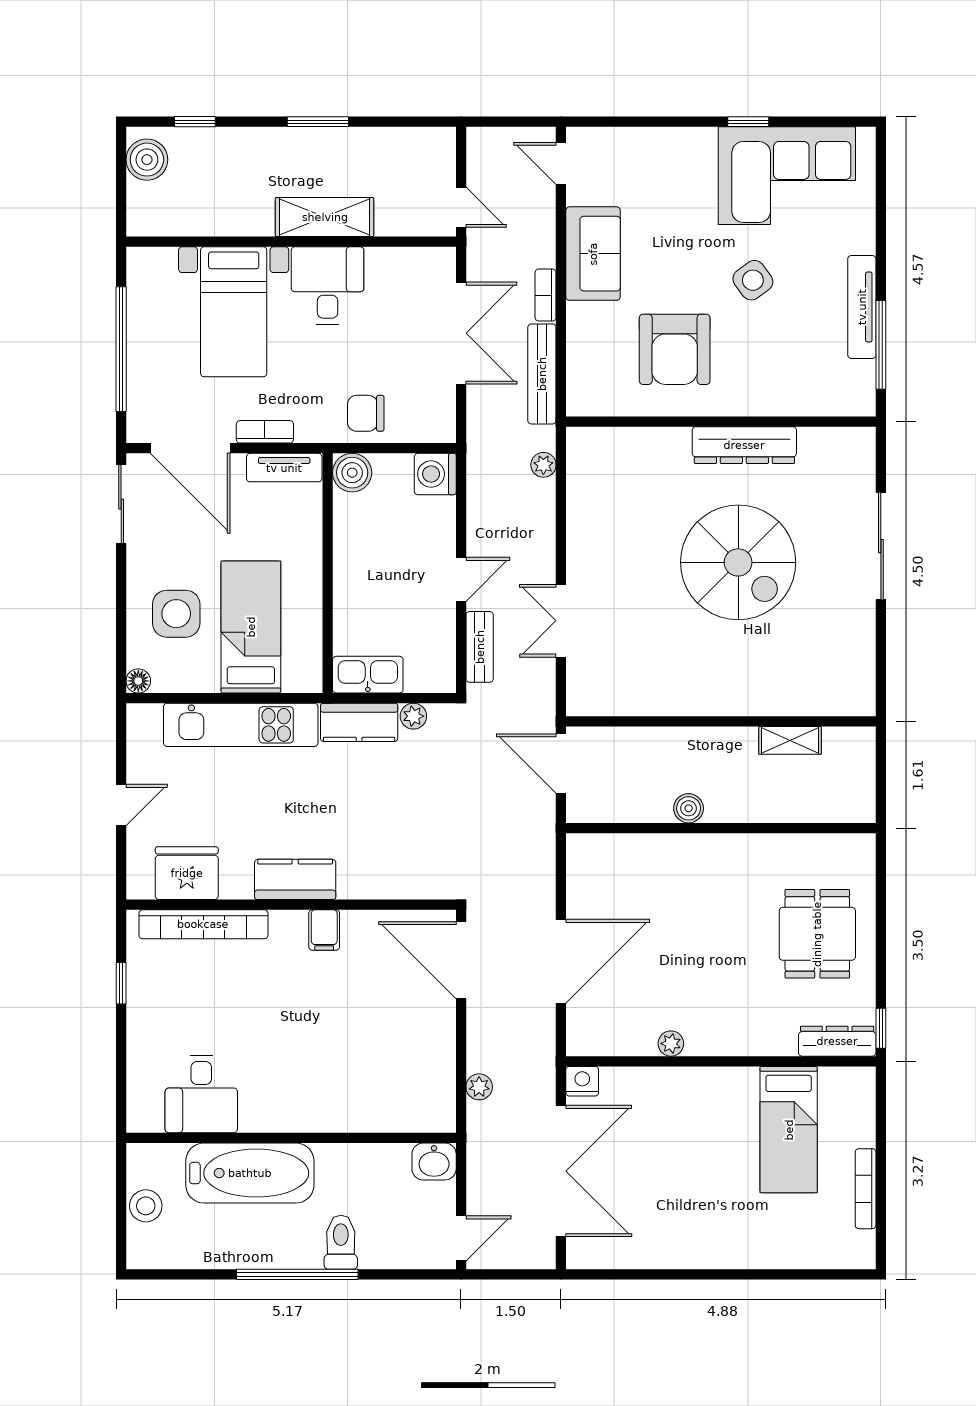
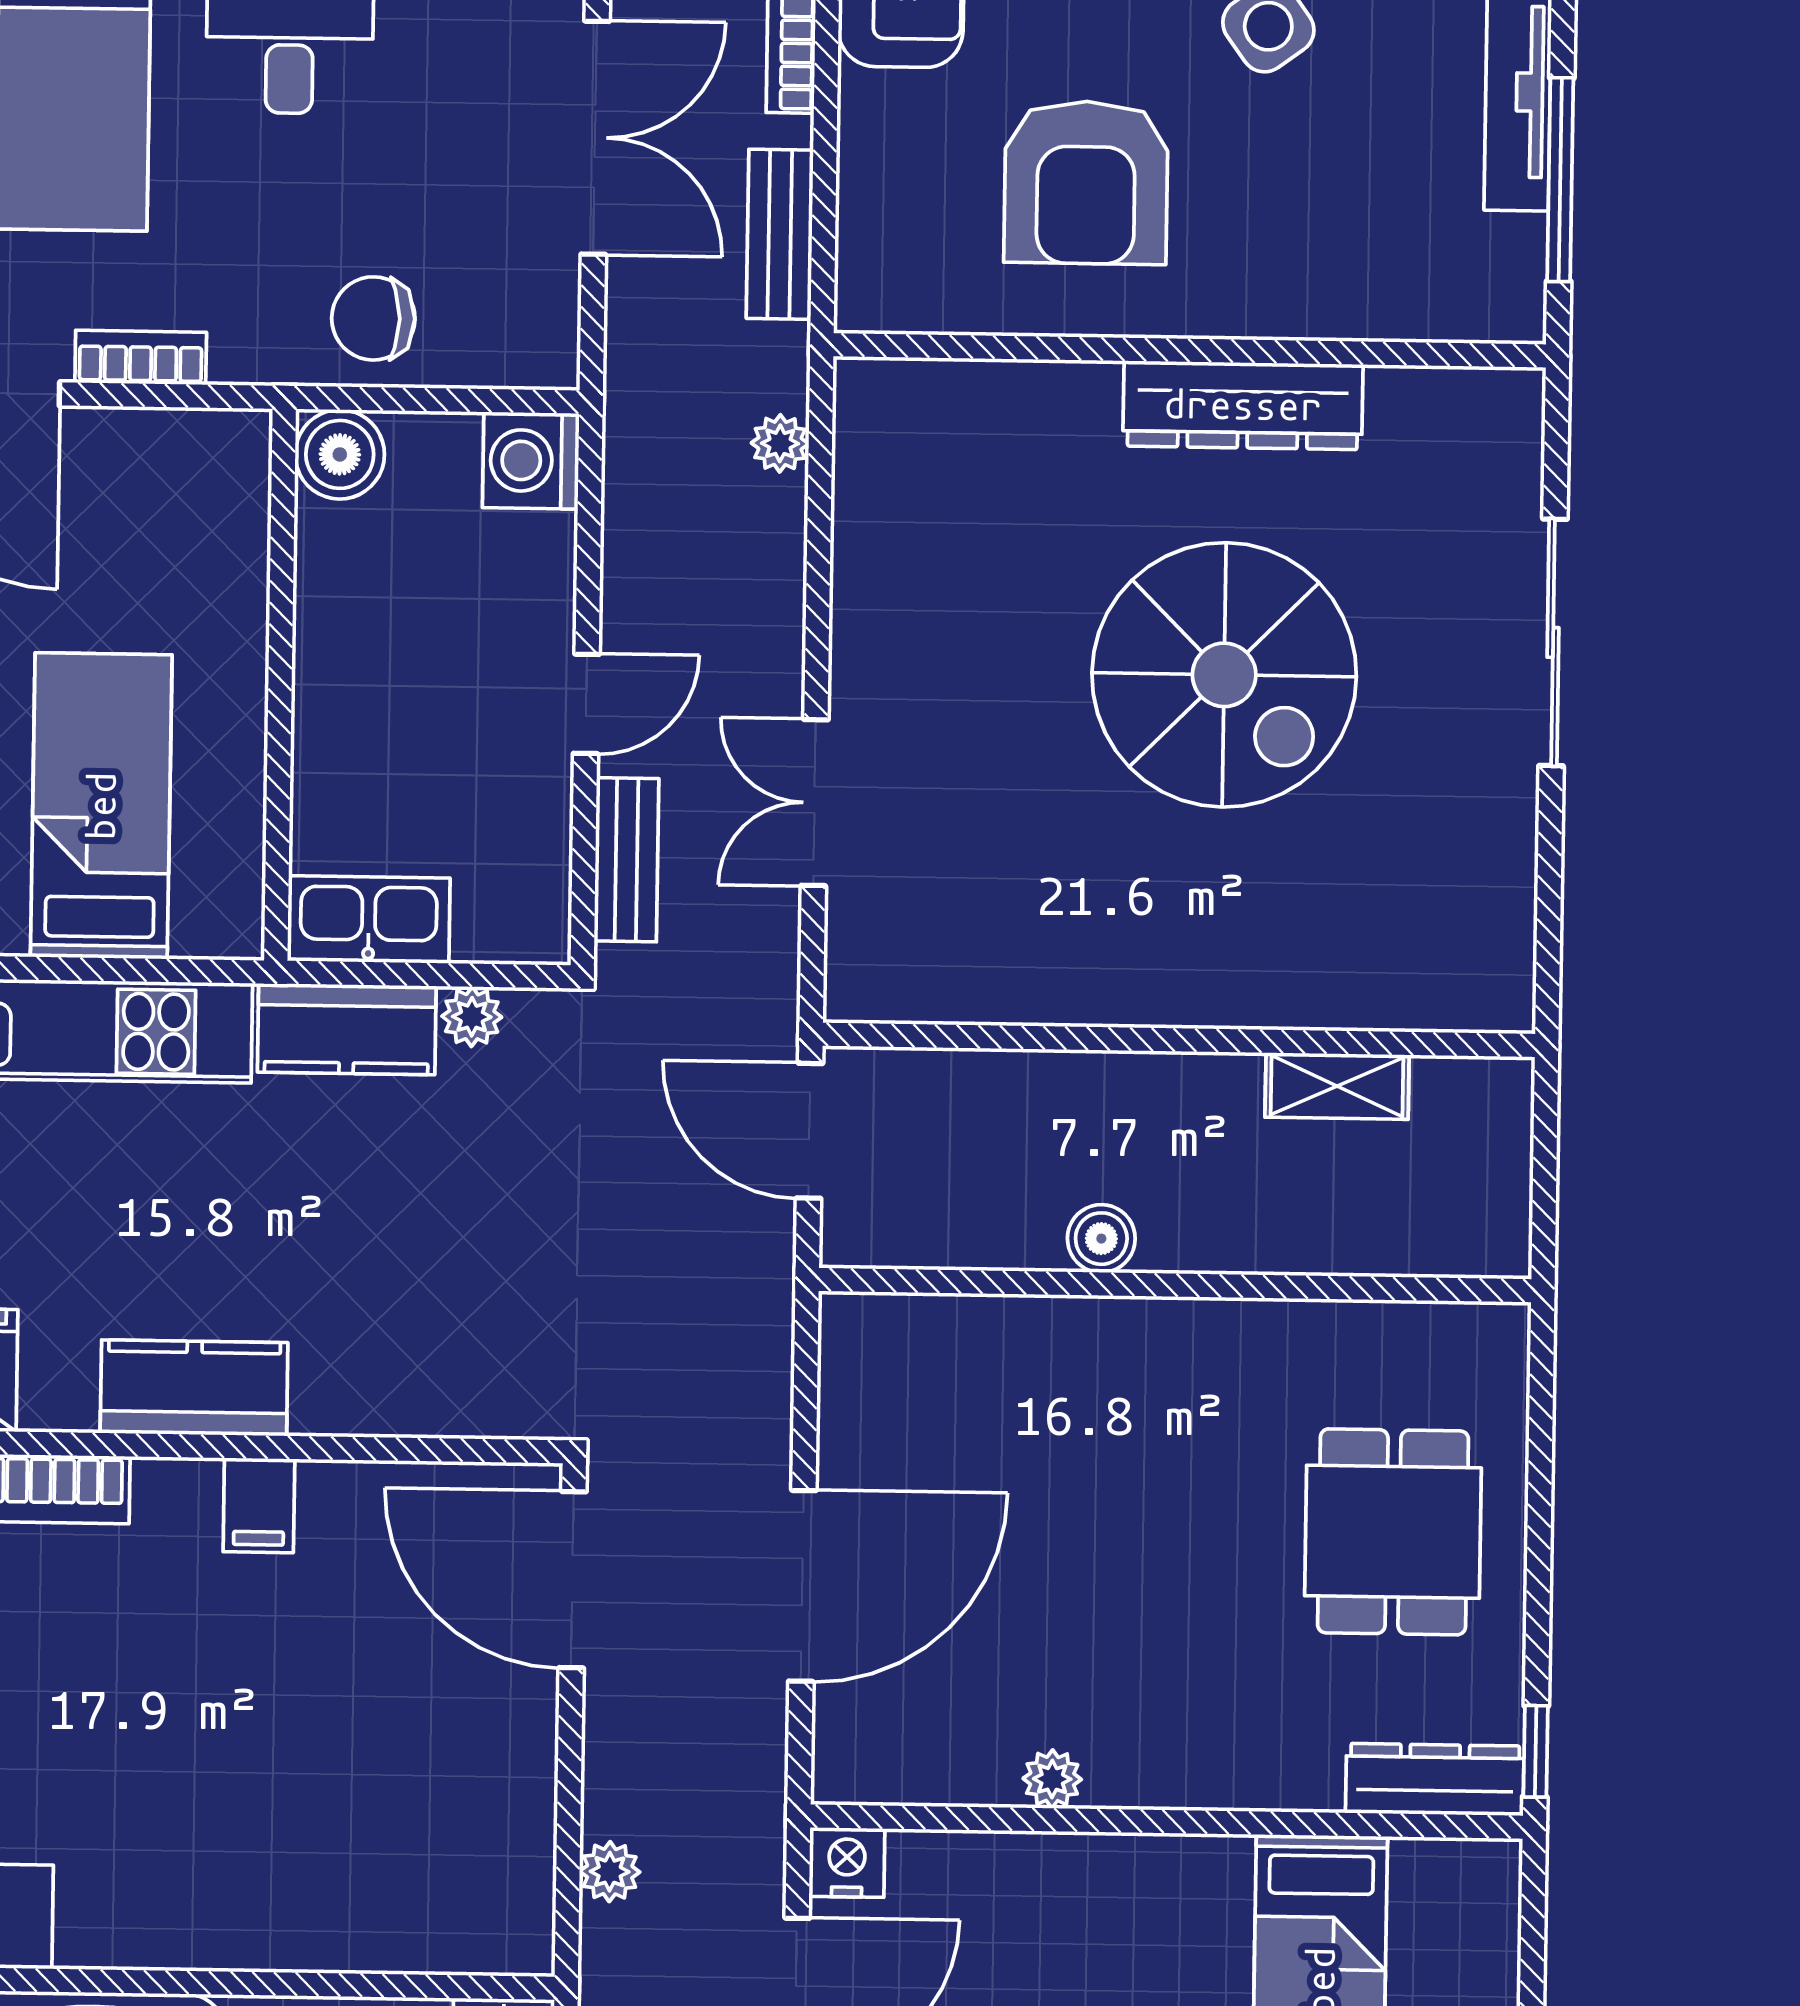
bench: (542, 374) -> (780, 234), width x0.73
tv unit: (284, 468) -> (184, 440), removed

